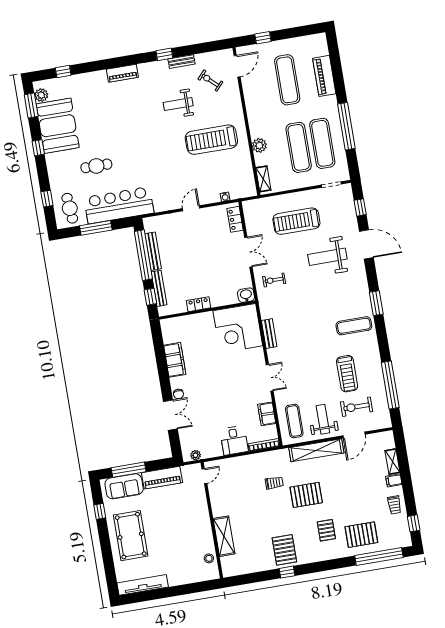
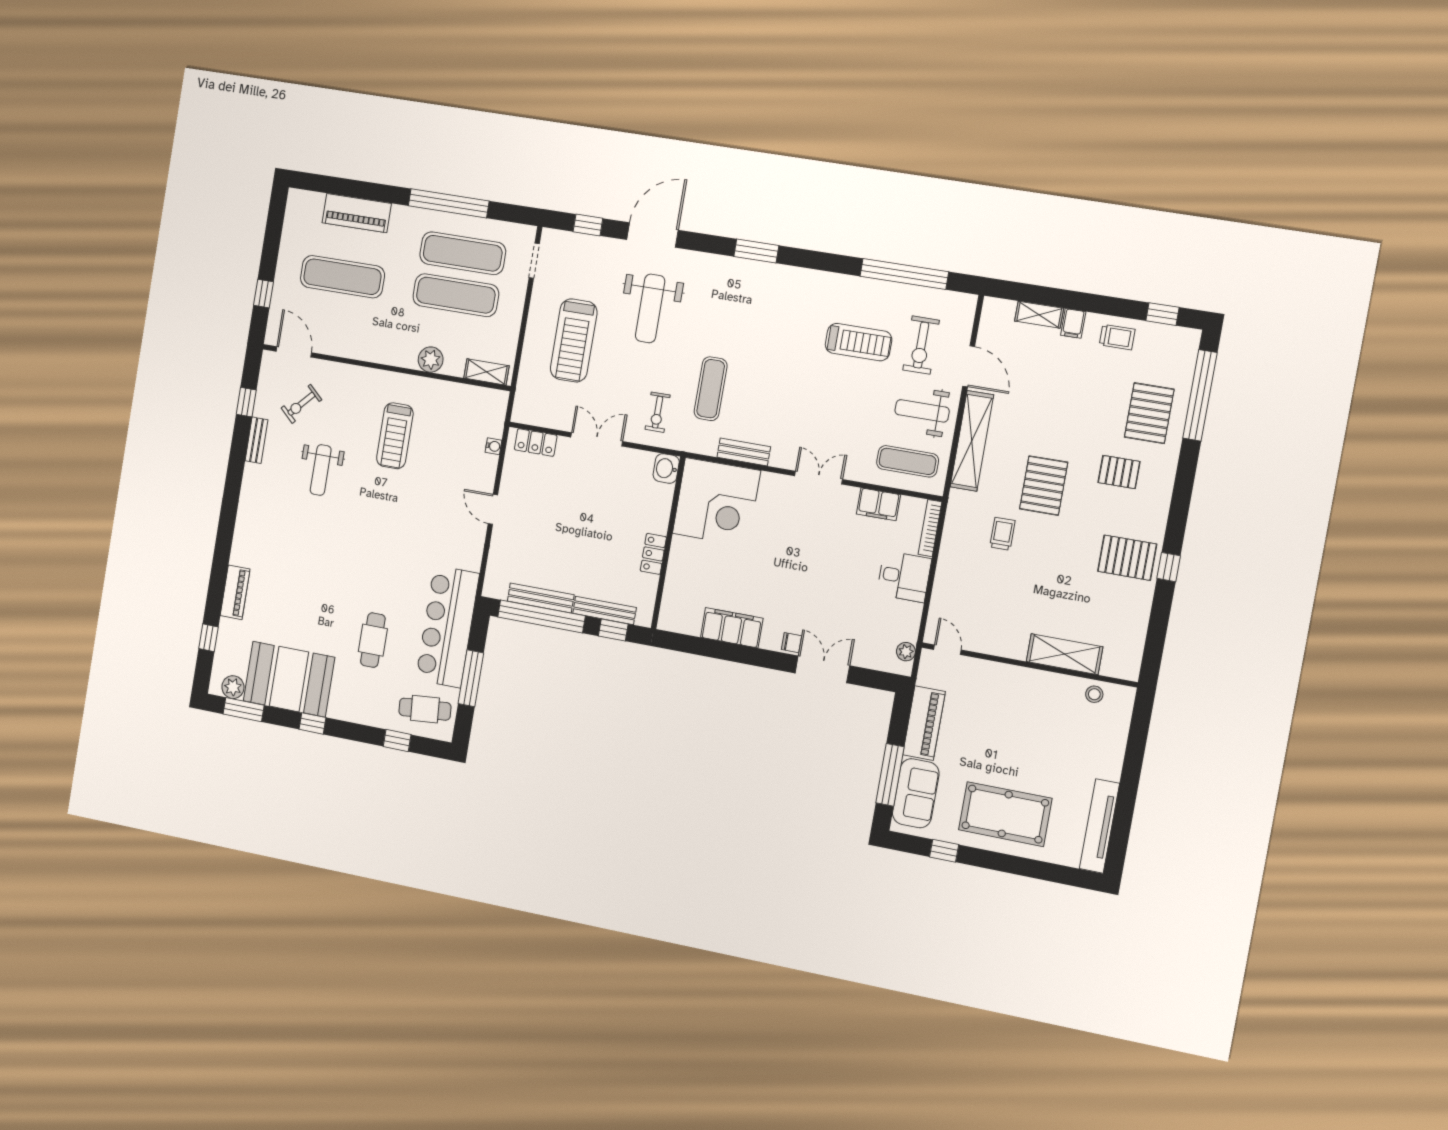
window: (164, 54) -> (246, 402), moved
piano: (122, 73) -> (235, 592), moved
treadmill: (211, 140) -> (395, 436), width x0.73, depth x0.73
exercise mat: (354, 326) -> (711, 389), moved

